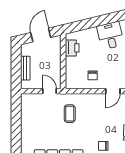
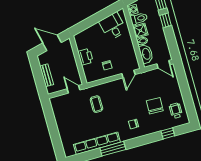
door: (41, 35) -> (52, 43), hinge flipped
printer: (72, 48) -> (85, 57), moved

